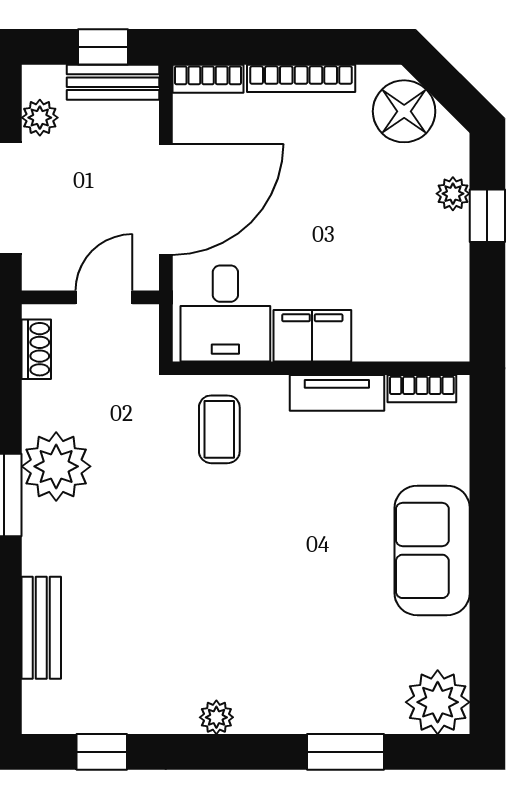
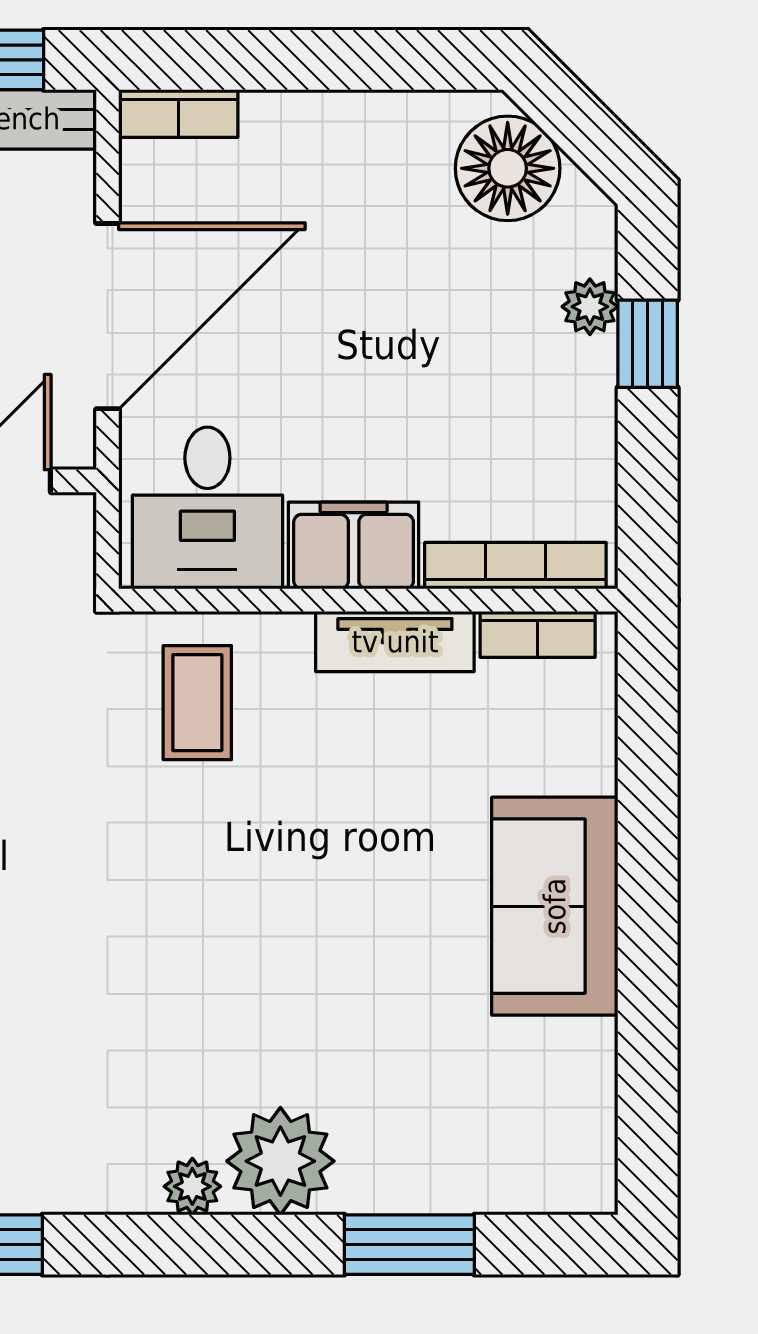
bookcase: (301, 78) -> (515, 566), moved, turned 180
plant: (438, 702) -> (280, 1161), moved

